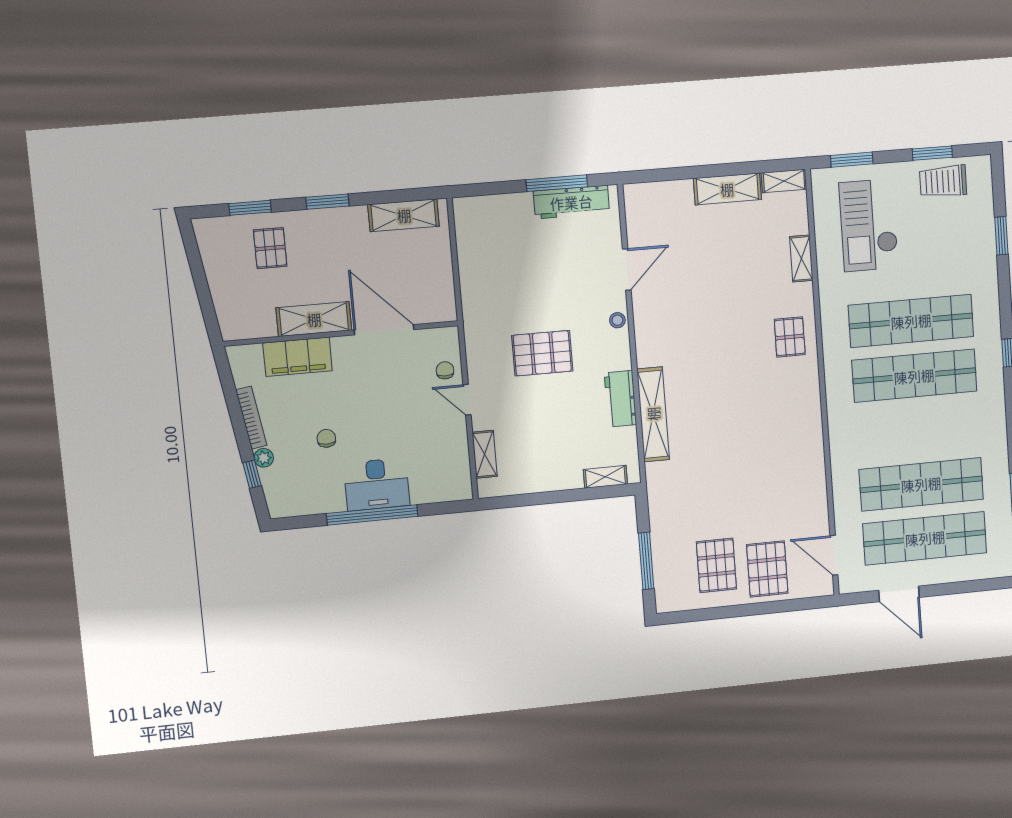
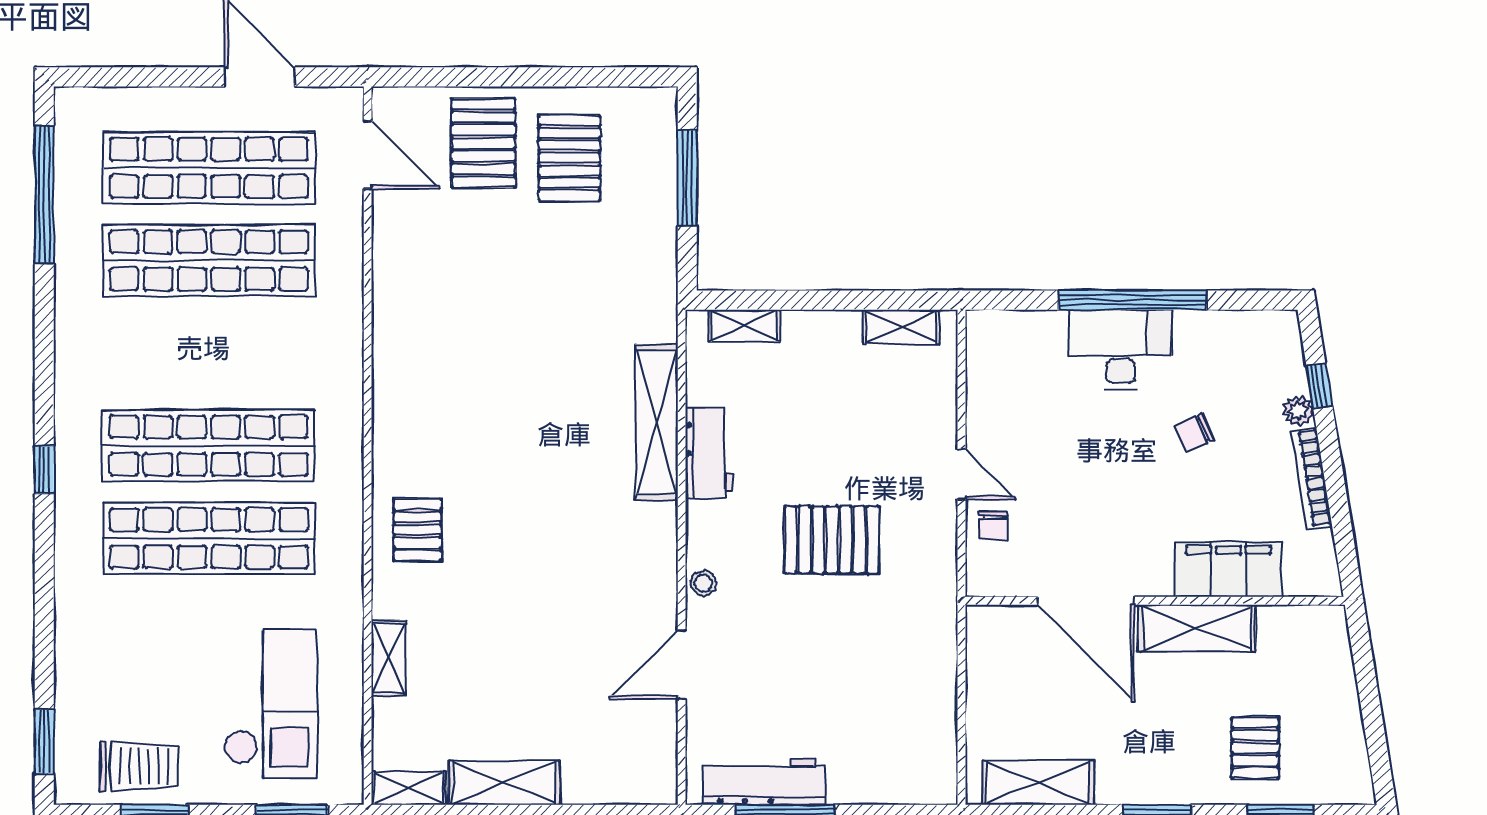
window: (1001, 236) -> (44, 741), moved
chair: (326, 438) -> (1195, 433), turned 66
shelving: (485, 454) -> (901, 327), moved, turned 90

